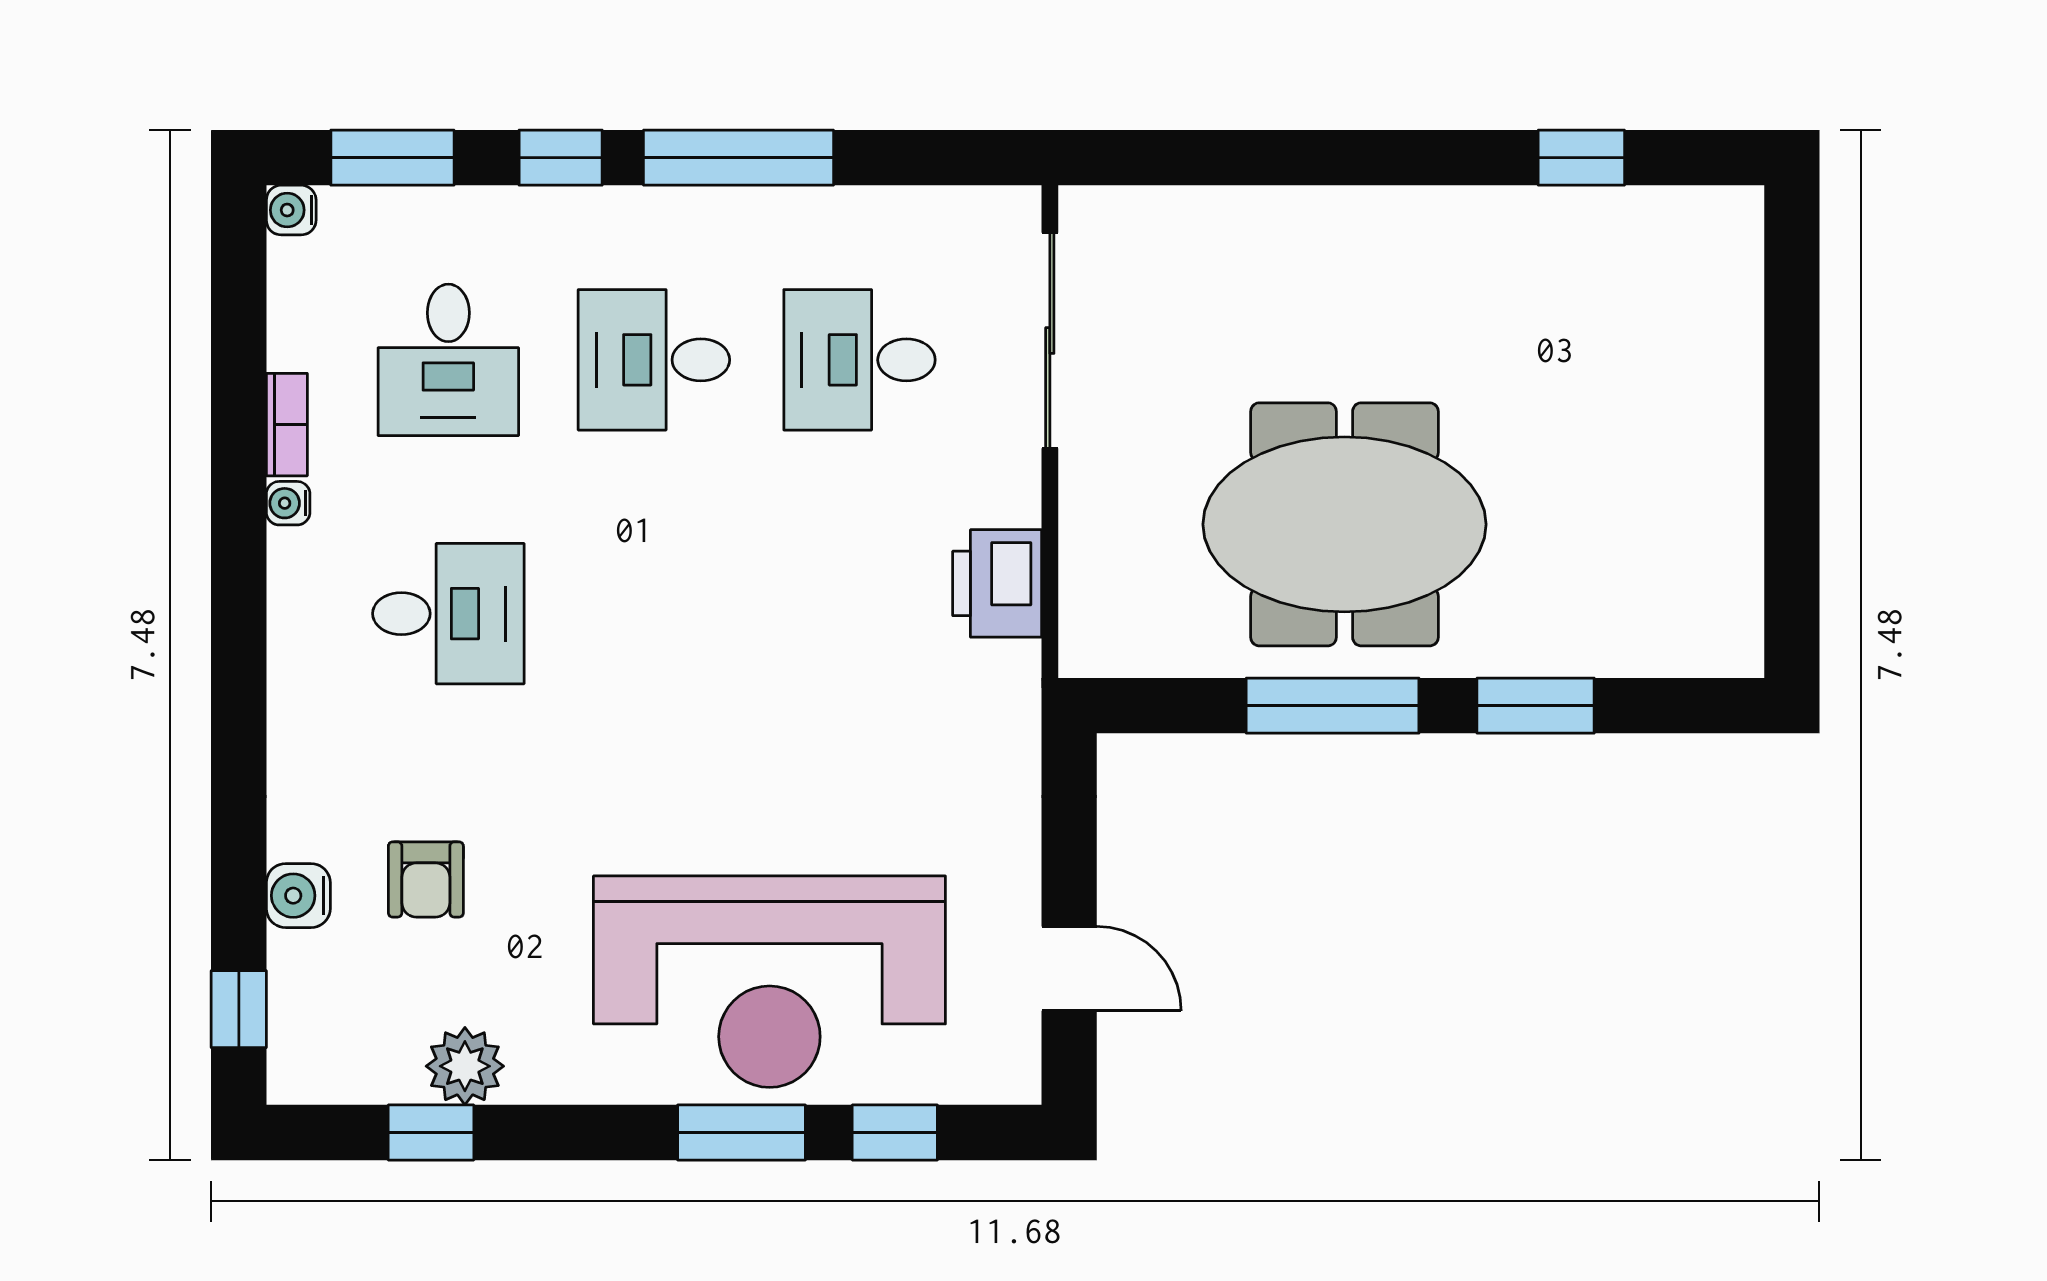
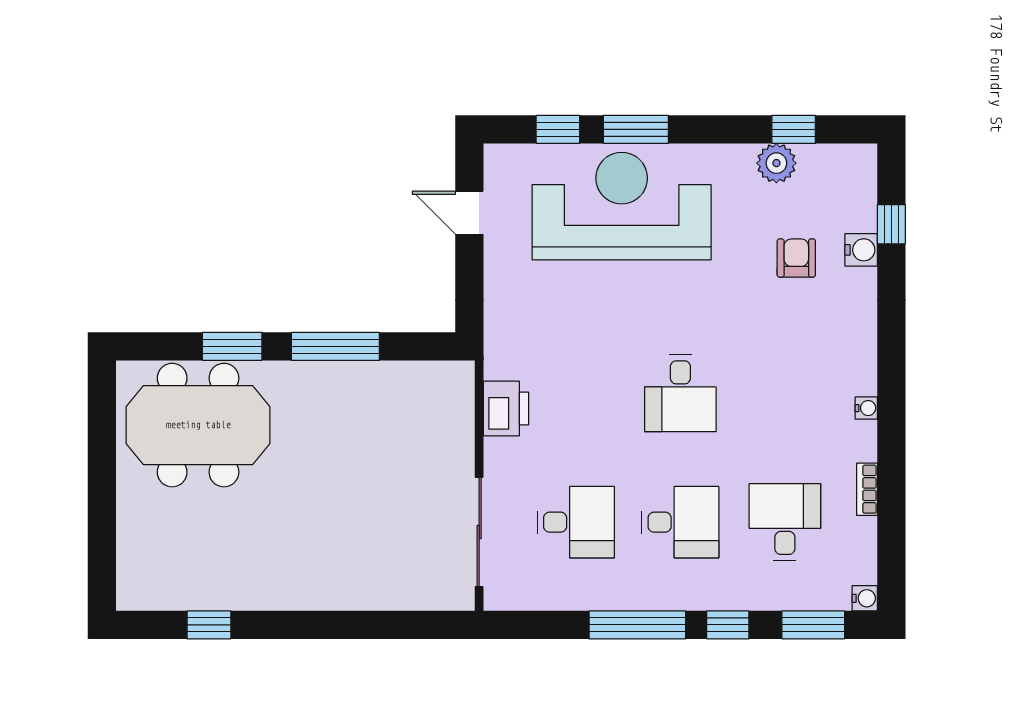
water cooler: (288, 503) -> (866, 408), moved
meeting table: (1344, 524) -> (198, 425), moved
desk: (448, 614) -> (680, 393), moved, turned -90
window: (239, 1009) -> (891, 224), moved

